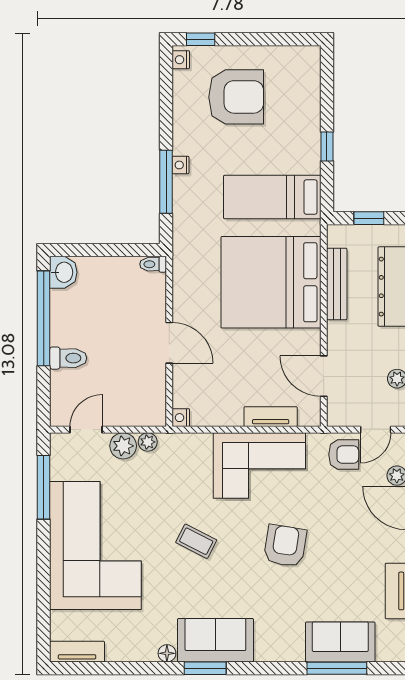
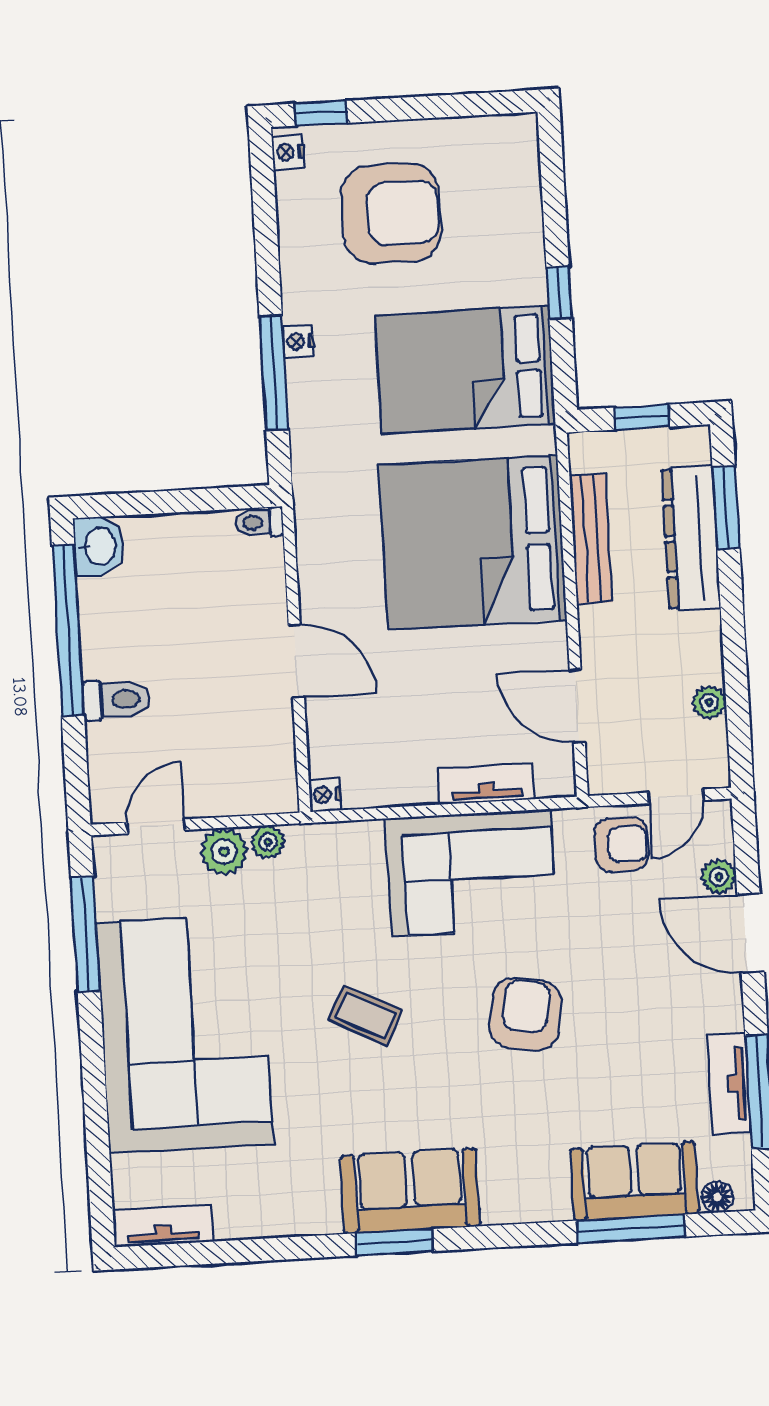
bed: (272, 197) -> (465, 370), width x1.50
floor lamp: (167, 653) -> (717, 1197), moved

